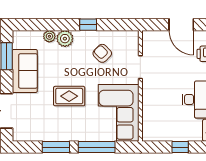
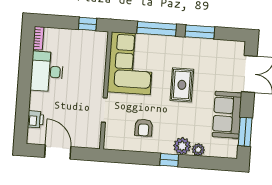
window: (88, 25) -> (169, 160), moved
armchair: (102, 53) -> (144, 128), turned 45
rug: (69, 96) -> (182, 85), turned 90
window: (180, 147) -> (88, 24), moved

